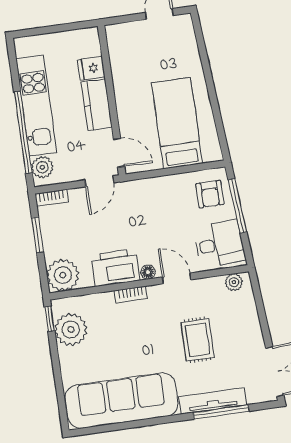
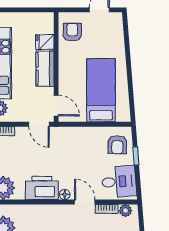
armchair: (127, 50) -> (72, 32), added
door: (99, 181) -> (39, 124), hinge flipped
window: (237, 206) -> (136, 156), width x0.46
bookcase: (131, 294) -> (107, 209), moved

